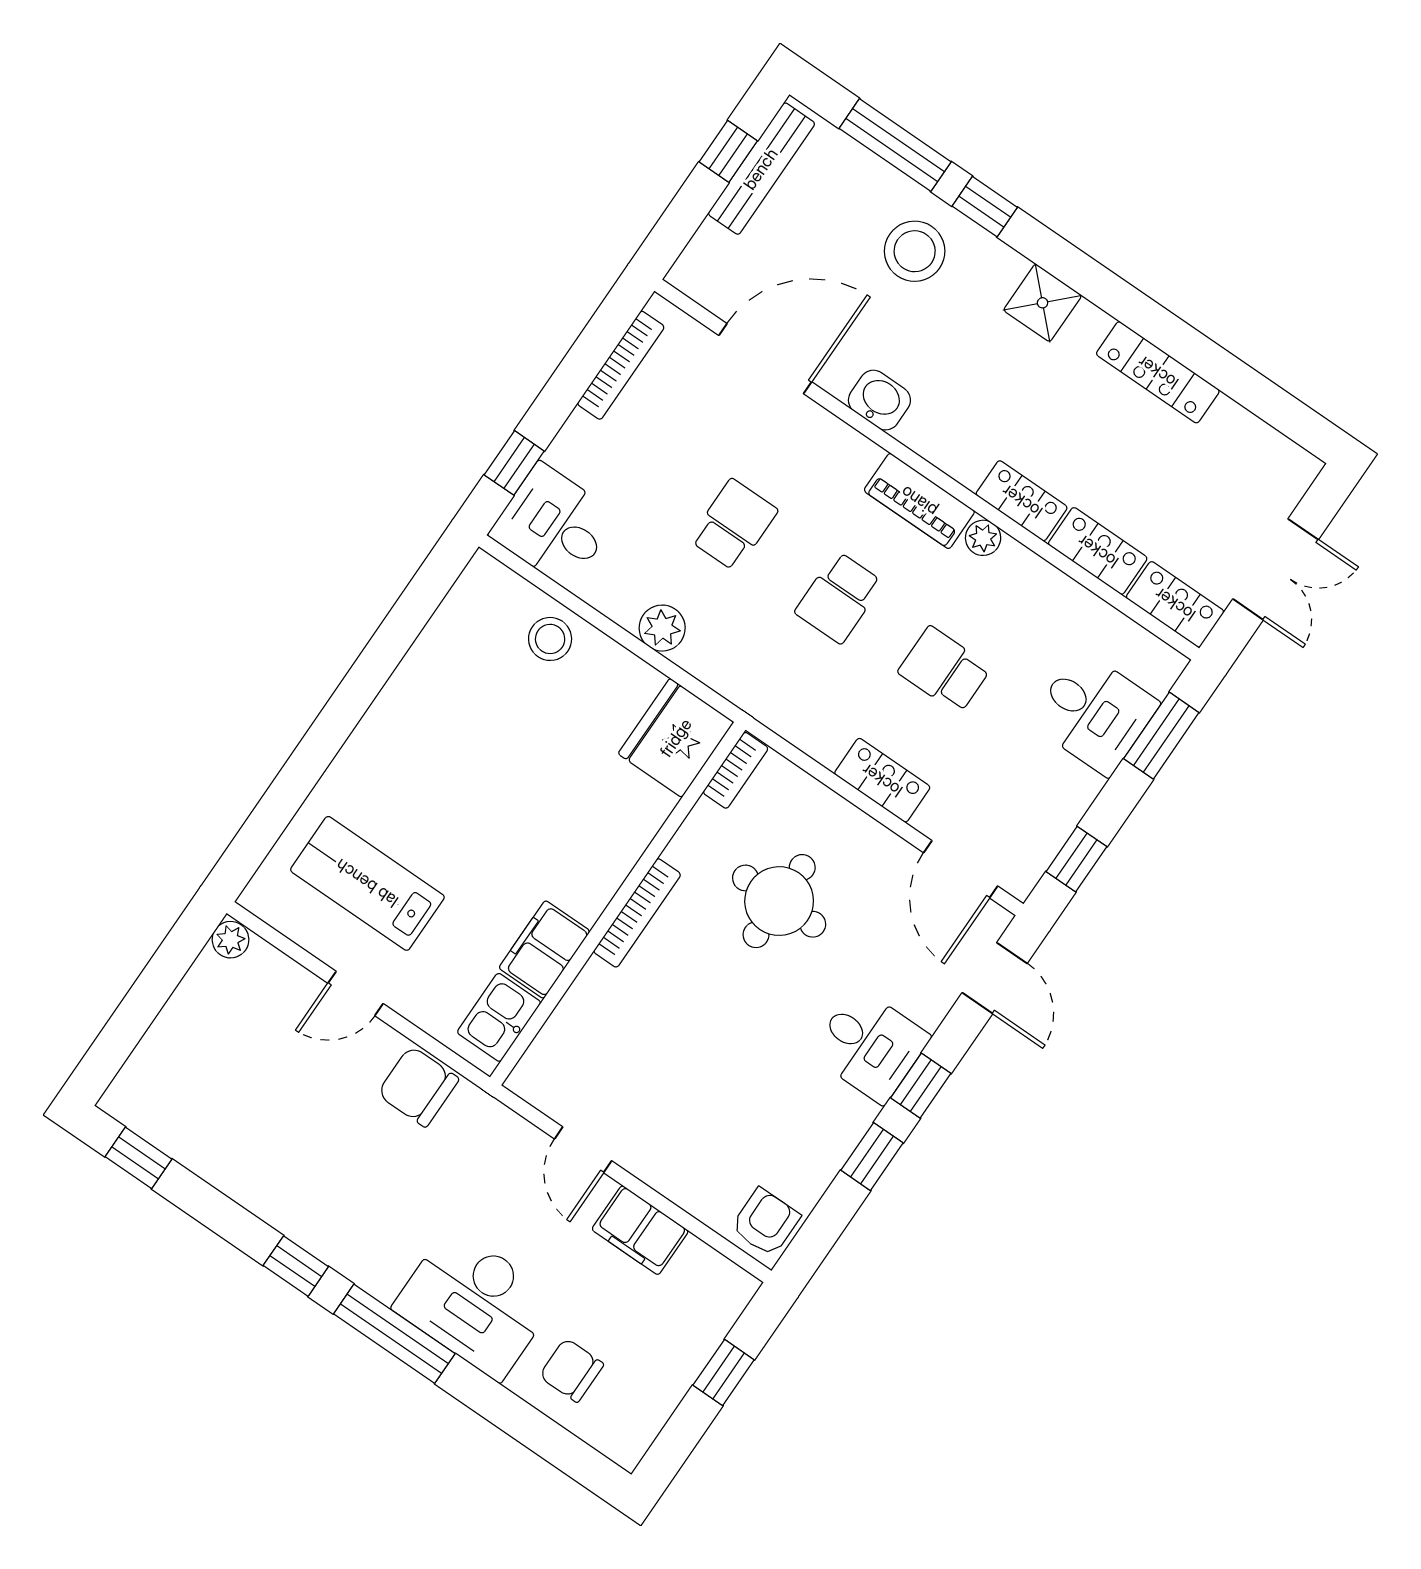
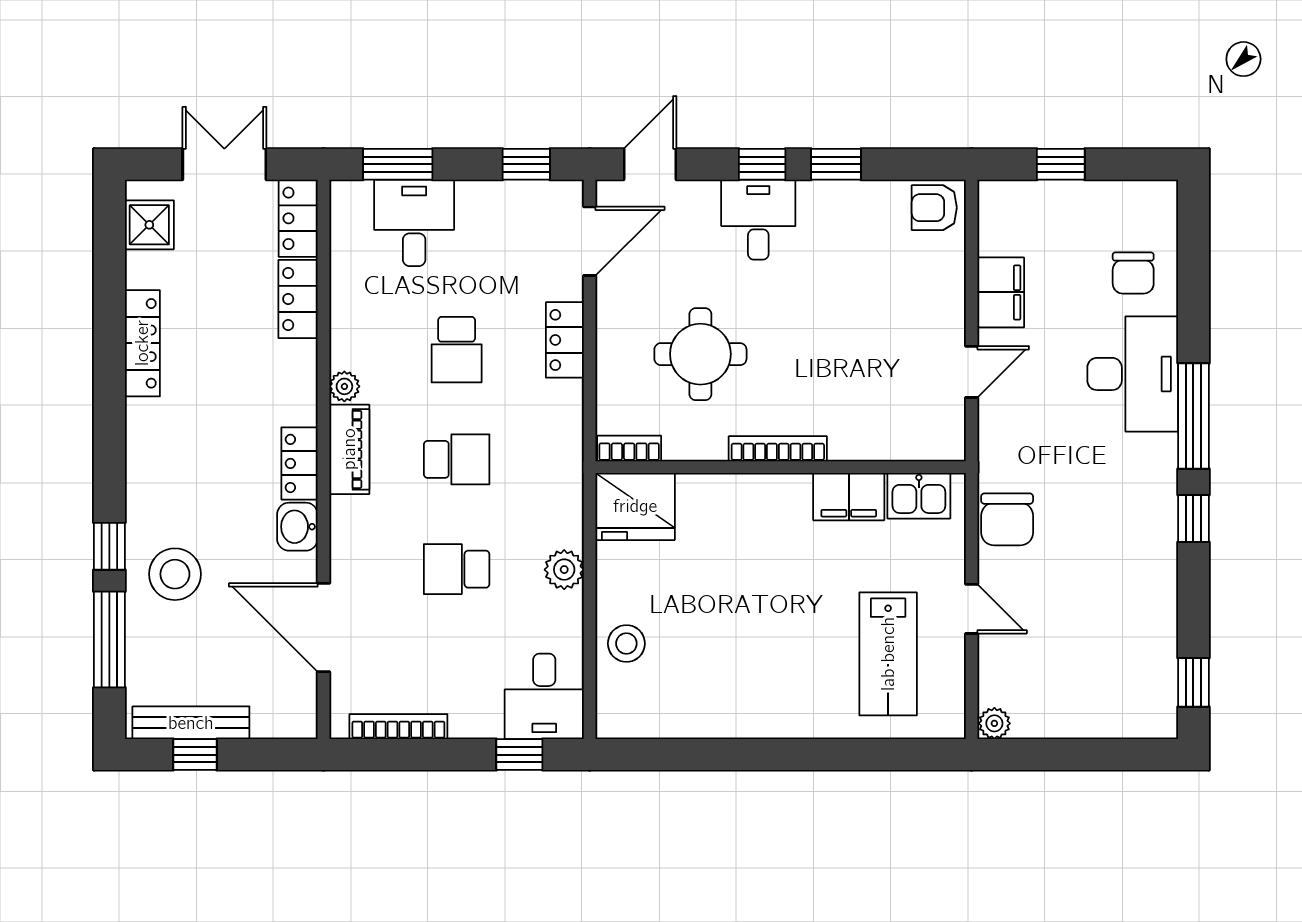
shower: (1043, 303) -> (149, 225), moved
locker: (1022, 501) -> (299, 463), moved

